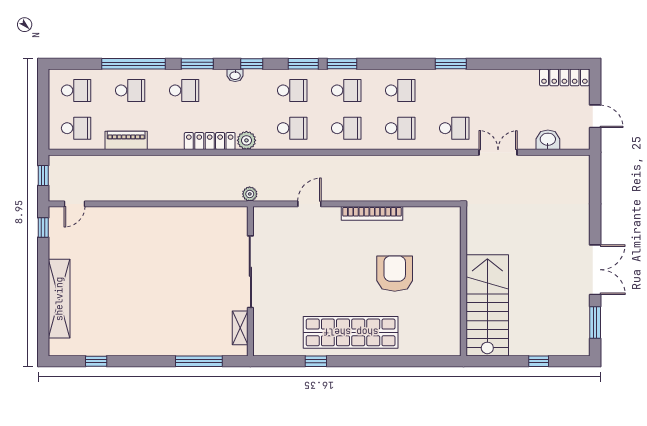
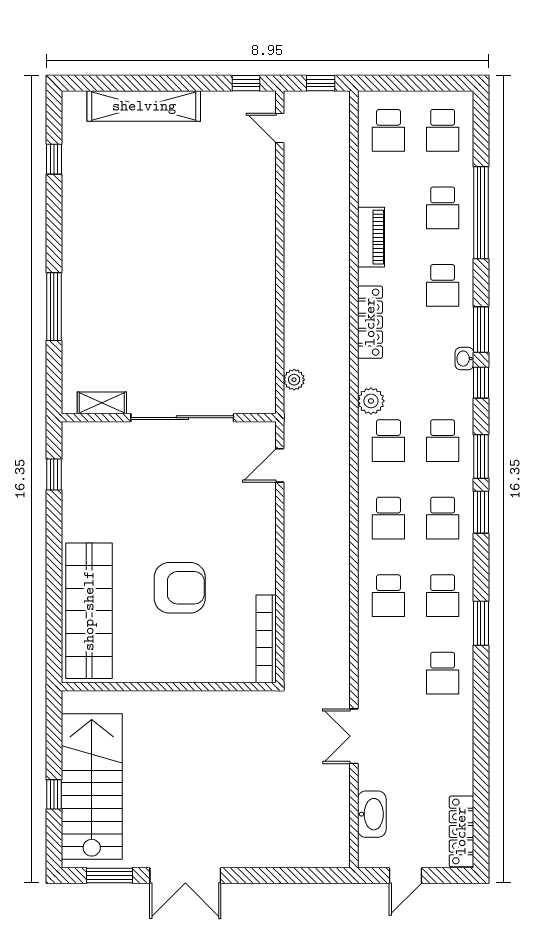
window: (197, 64) -> (481, 330), moved
window: (451, 64) -> (481, 623), moved
school desk: (454, 128) -> (443, 673), moved
piano: (126, 140) -> (371, 237), moved
plant: (246, 140) -> (371, 401), moved
washbasin: (548, 140) -> (372, 814), width x1.38
double door: (498, 152) -> (354, 736), swing flipped
door: (309, 204) -> (280, 465), swing flipped
bookcase: (372, 213) -> (266, 639), moved
sliding door: (250, 272) -> (182, 418), moved
wall: (250, 281) -> (169, 418), moved
stairs: (487, 305) -> (92, 786), moved, turned -90
shelving: (240, 328) -> (102, 403), moved
shop shelf: (351, 332) -> (89, 611), moved

